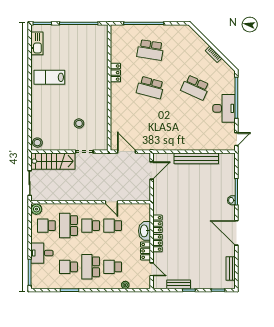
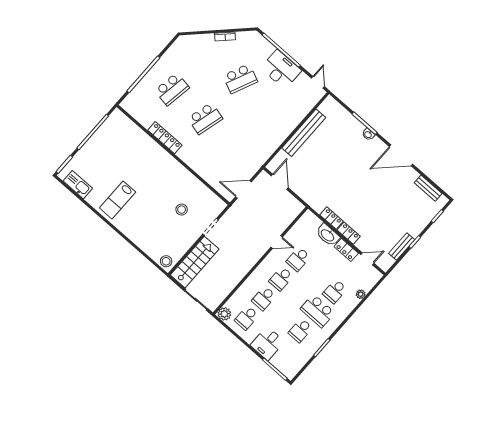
locker: (115, 73) -> (165, 138), width x1.53
school desk: (68, 226) -> (264, 298), width x0.54

